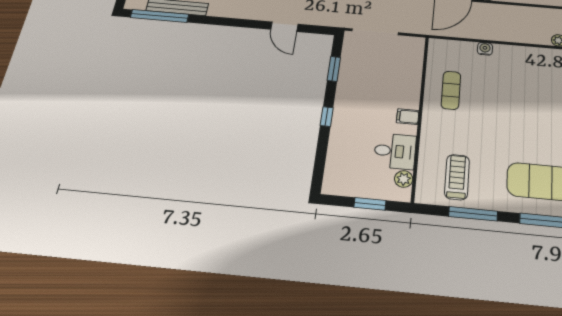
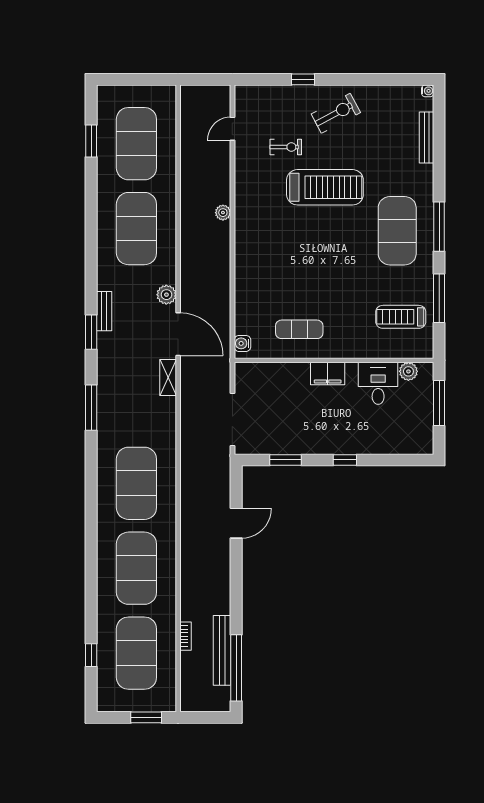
water cooler: (485, 49) -> (242, 343), moved
filing cabinet: (408, 117) -> (328, 374), width x2.00
window: (370, 204) -> (439, 403), width x1.44

